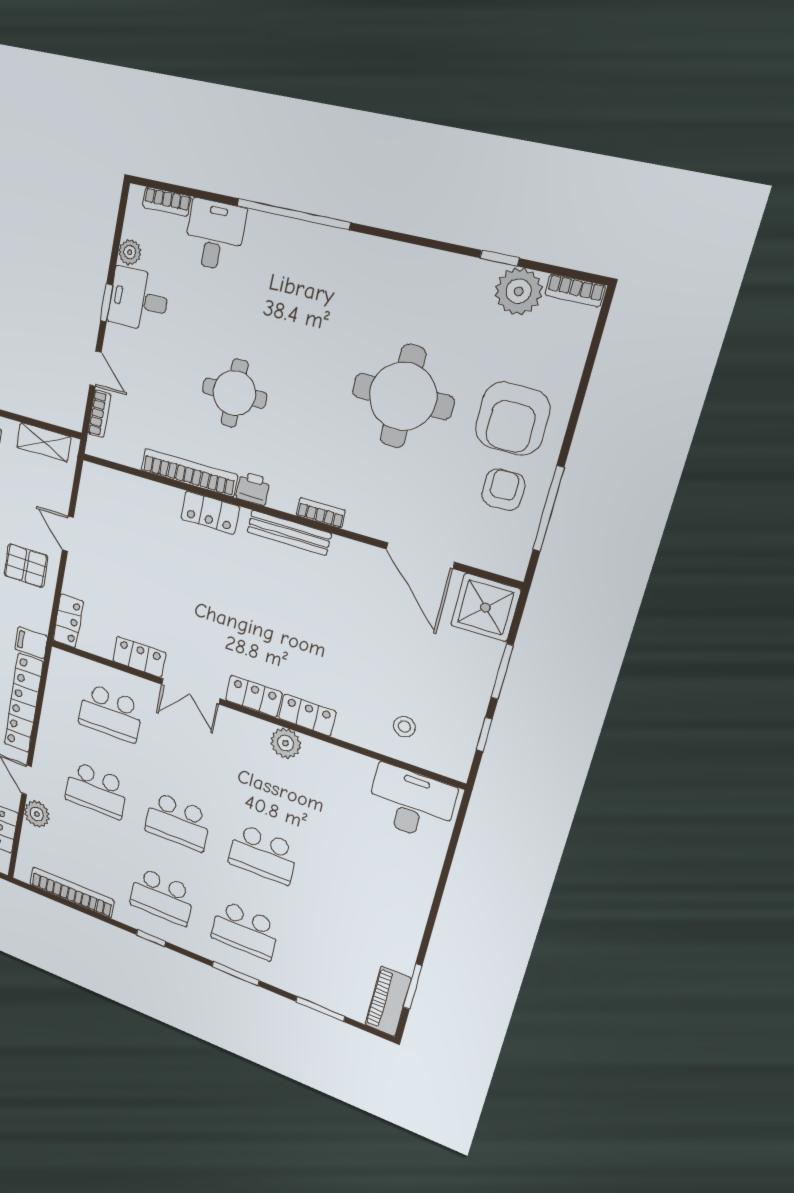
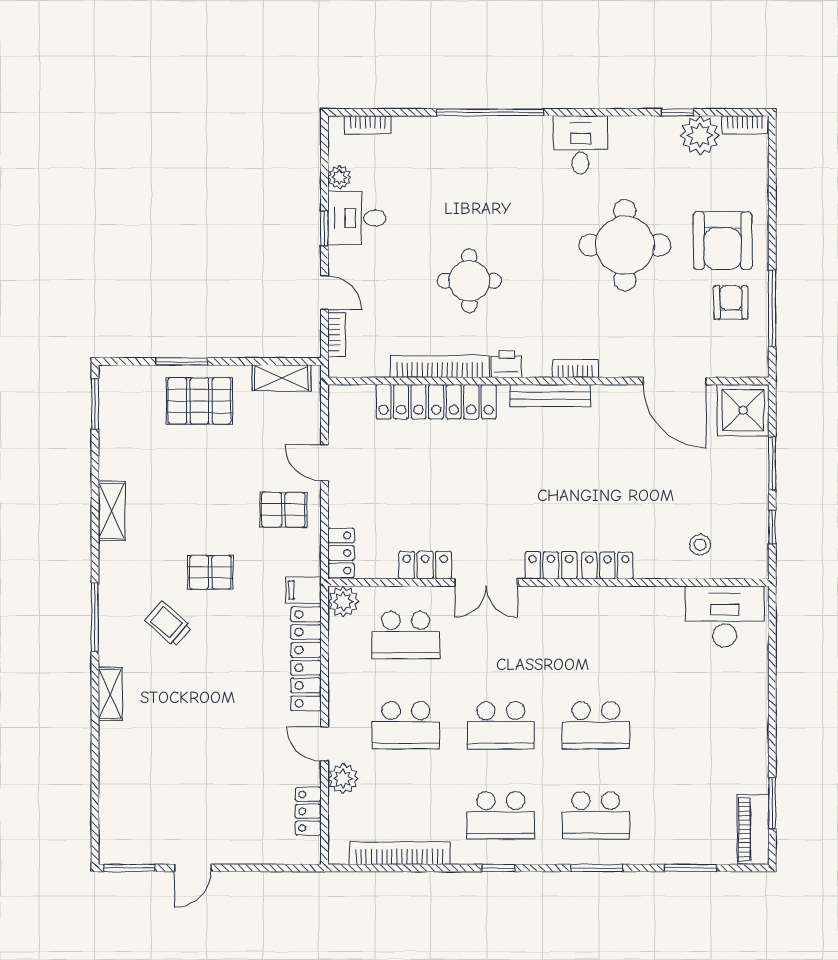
desk: (214, 235) -> (580, 145), moved
locker: (210, 513) -> (436, 402), width x2.16, depth x1.21
plant: (286, 743) -> (343, 601), moved

